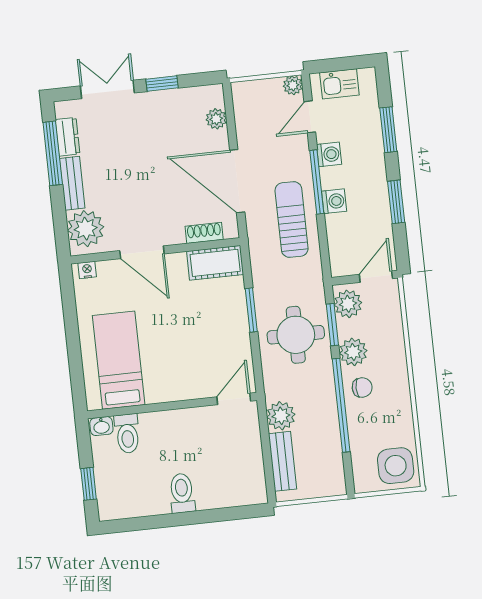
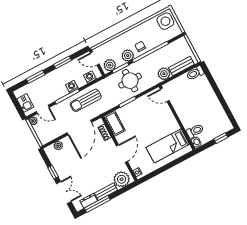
double door: (107, 89) -> (64, 193), swing flipped
washing machine: (329, 154) -> (90, 77), moved
toilet: (182, 493) -> (195, 73), moved

